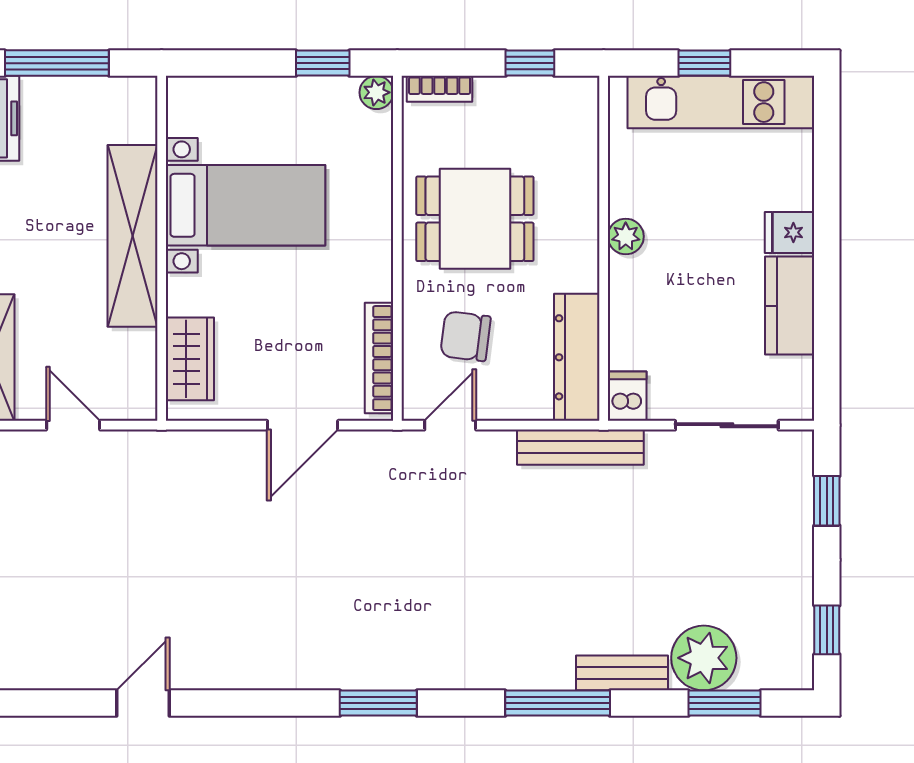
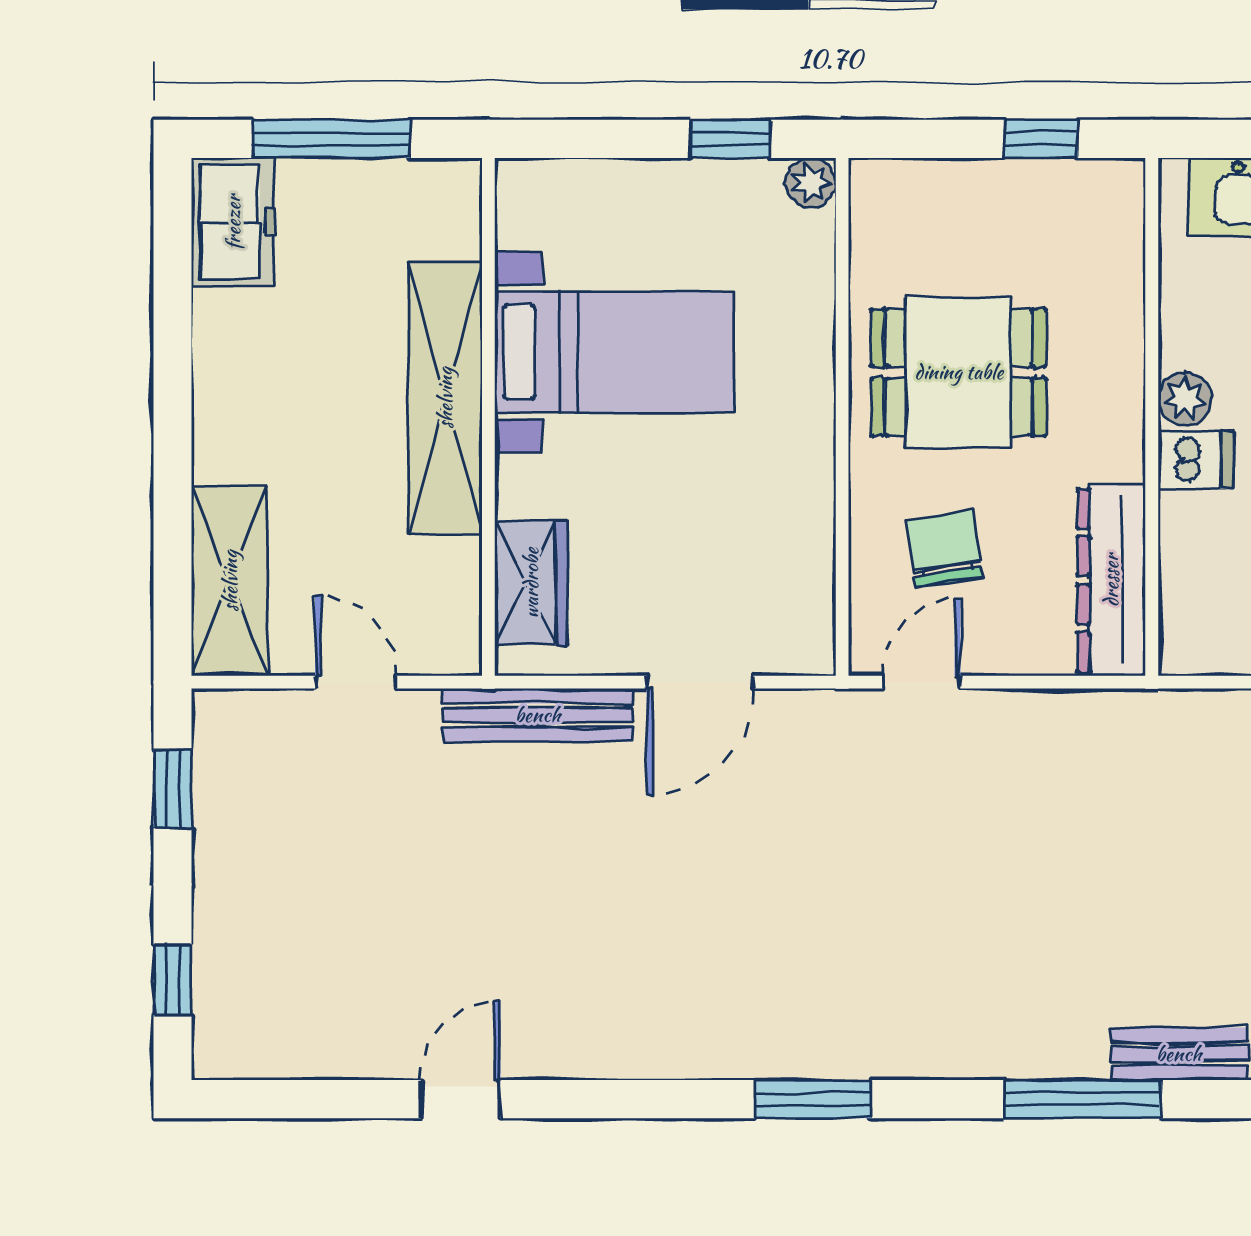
bookcase: (440, 89) -> (905, 177), removed
chair: (466, 336) -> (944, 549), turned 74
bookcase: (379, 358) -> (815, 581), removed
dishwasher: (627, 396) -> (1195, 460), moved, turned 90
bench: (580, 447) -> (538, 715), moved

